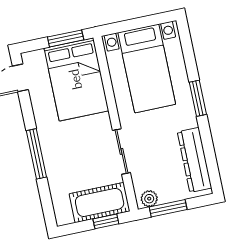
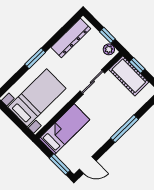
window: (66, 38) -> (60, 164), moved
bed: (76, 79) -> (64, 129), width x0.67
window: (168, 208) -> (107, 35), width x0.67

